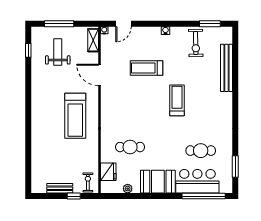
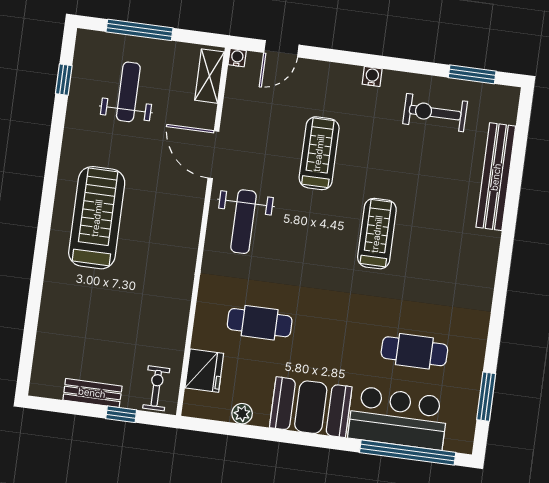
exercise bike: (196, 43) -> (435, 113), turned 91
treadmill: (146, 68) -> (319, 153), turned 90
weight bench: (117, 103) -> (244, 222), added
treadmill: (75, 116) -> (97, 218), moved, turned 180

